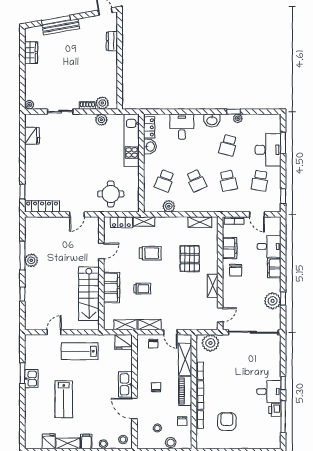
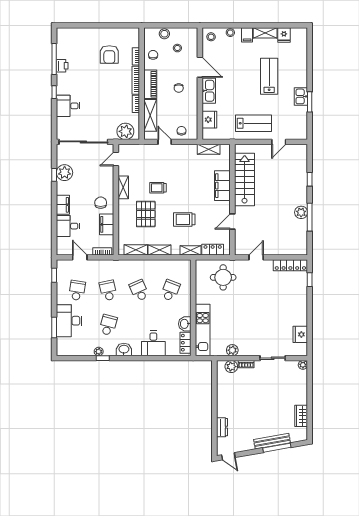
plant: (169, 206) -> (166, 265), removed
trolley: (142, 289) -> (158, 188), moved
shelving: (150, 325) -> (160, 250), moved
fridge: (124, 342) -> (209, 120), moved, turned 90
desk: (269, 392) -> (68, 106), moved

